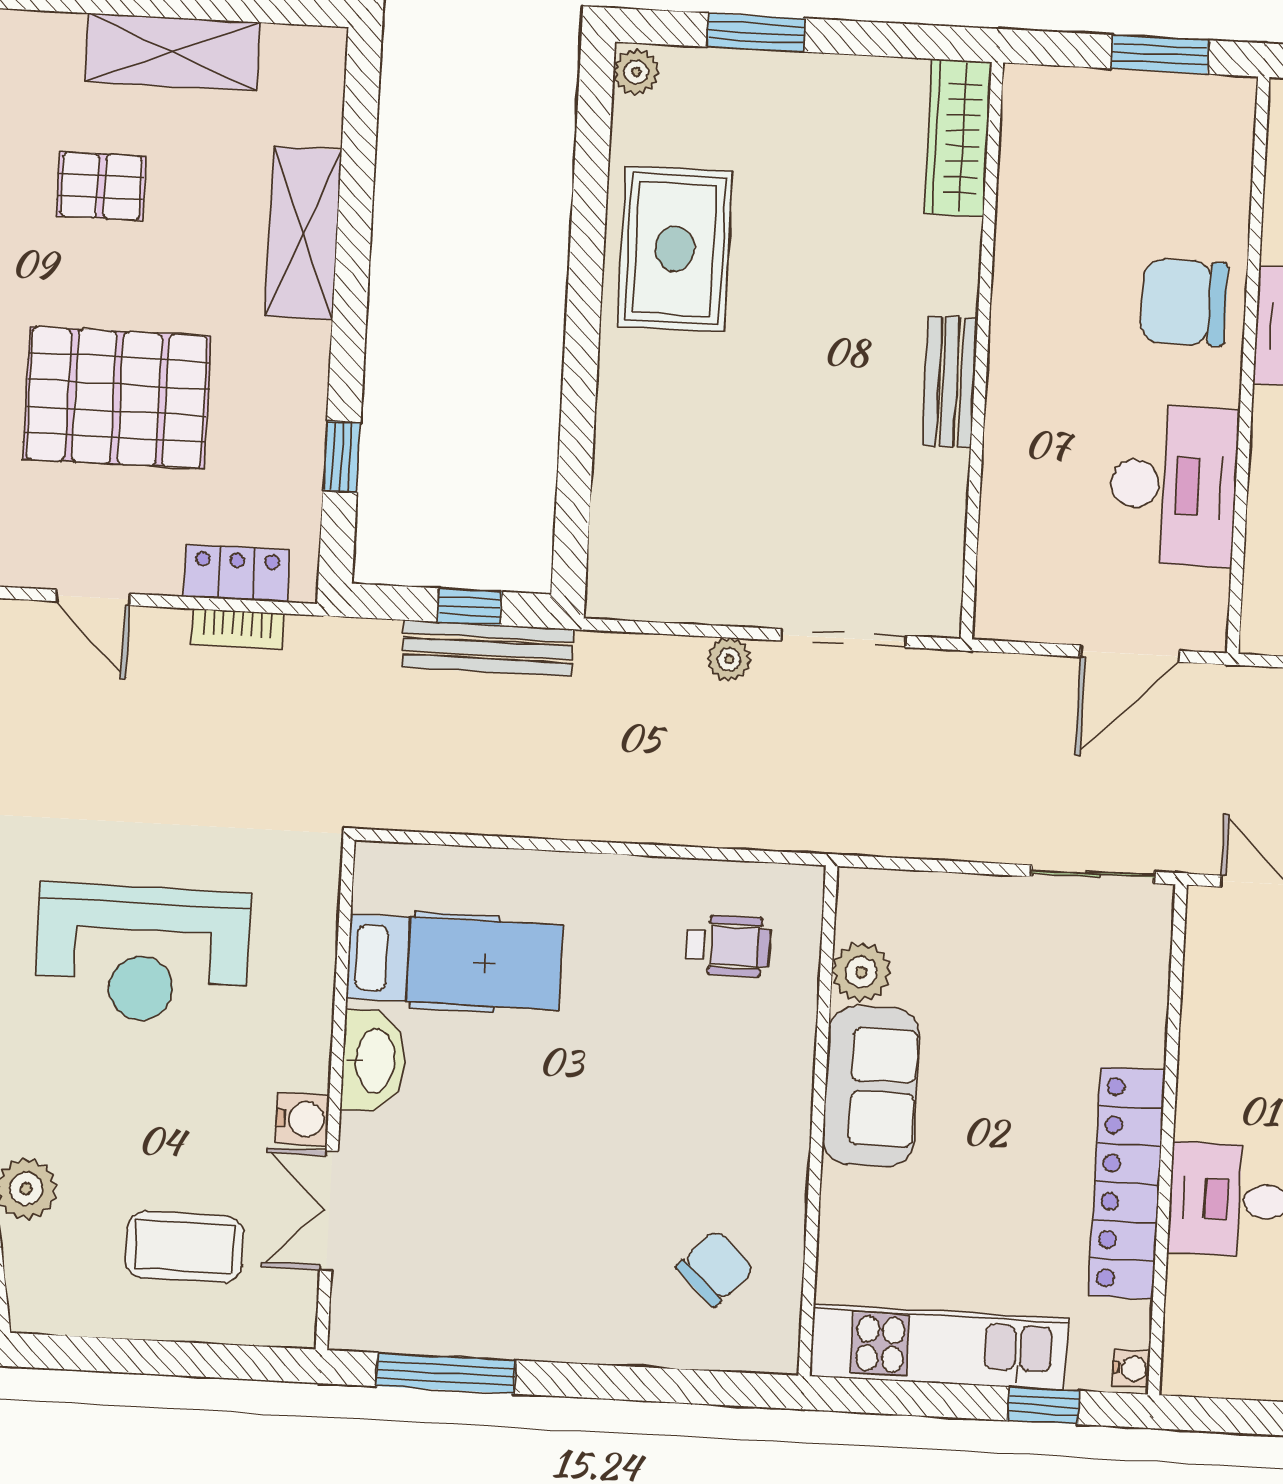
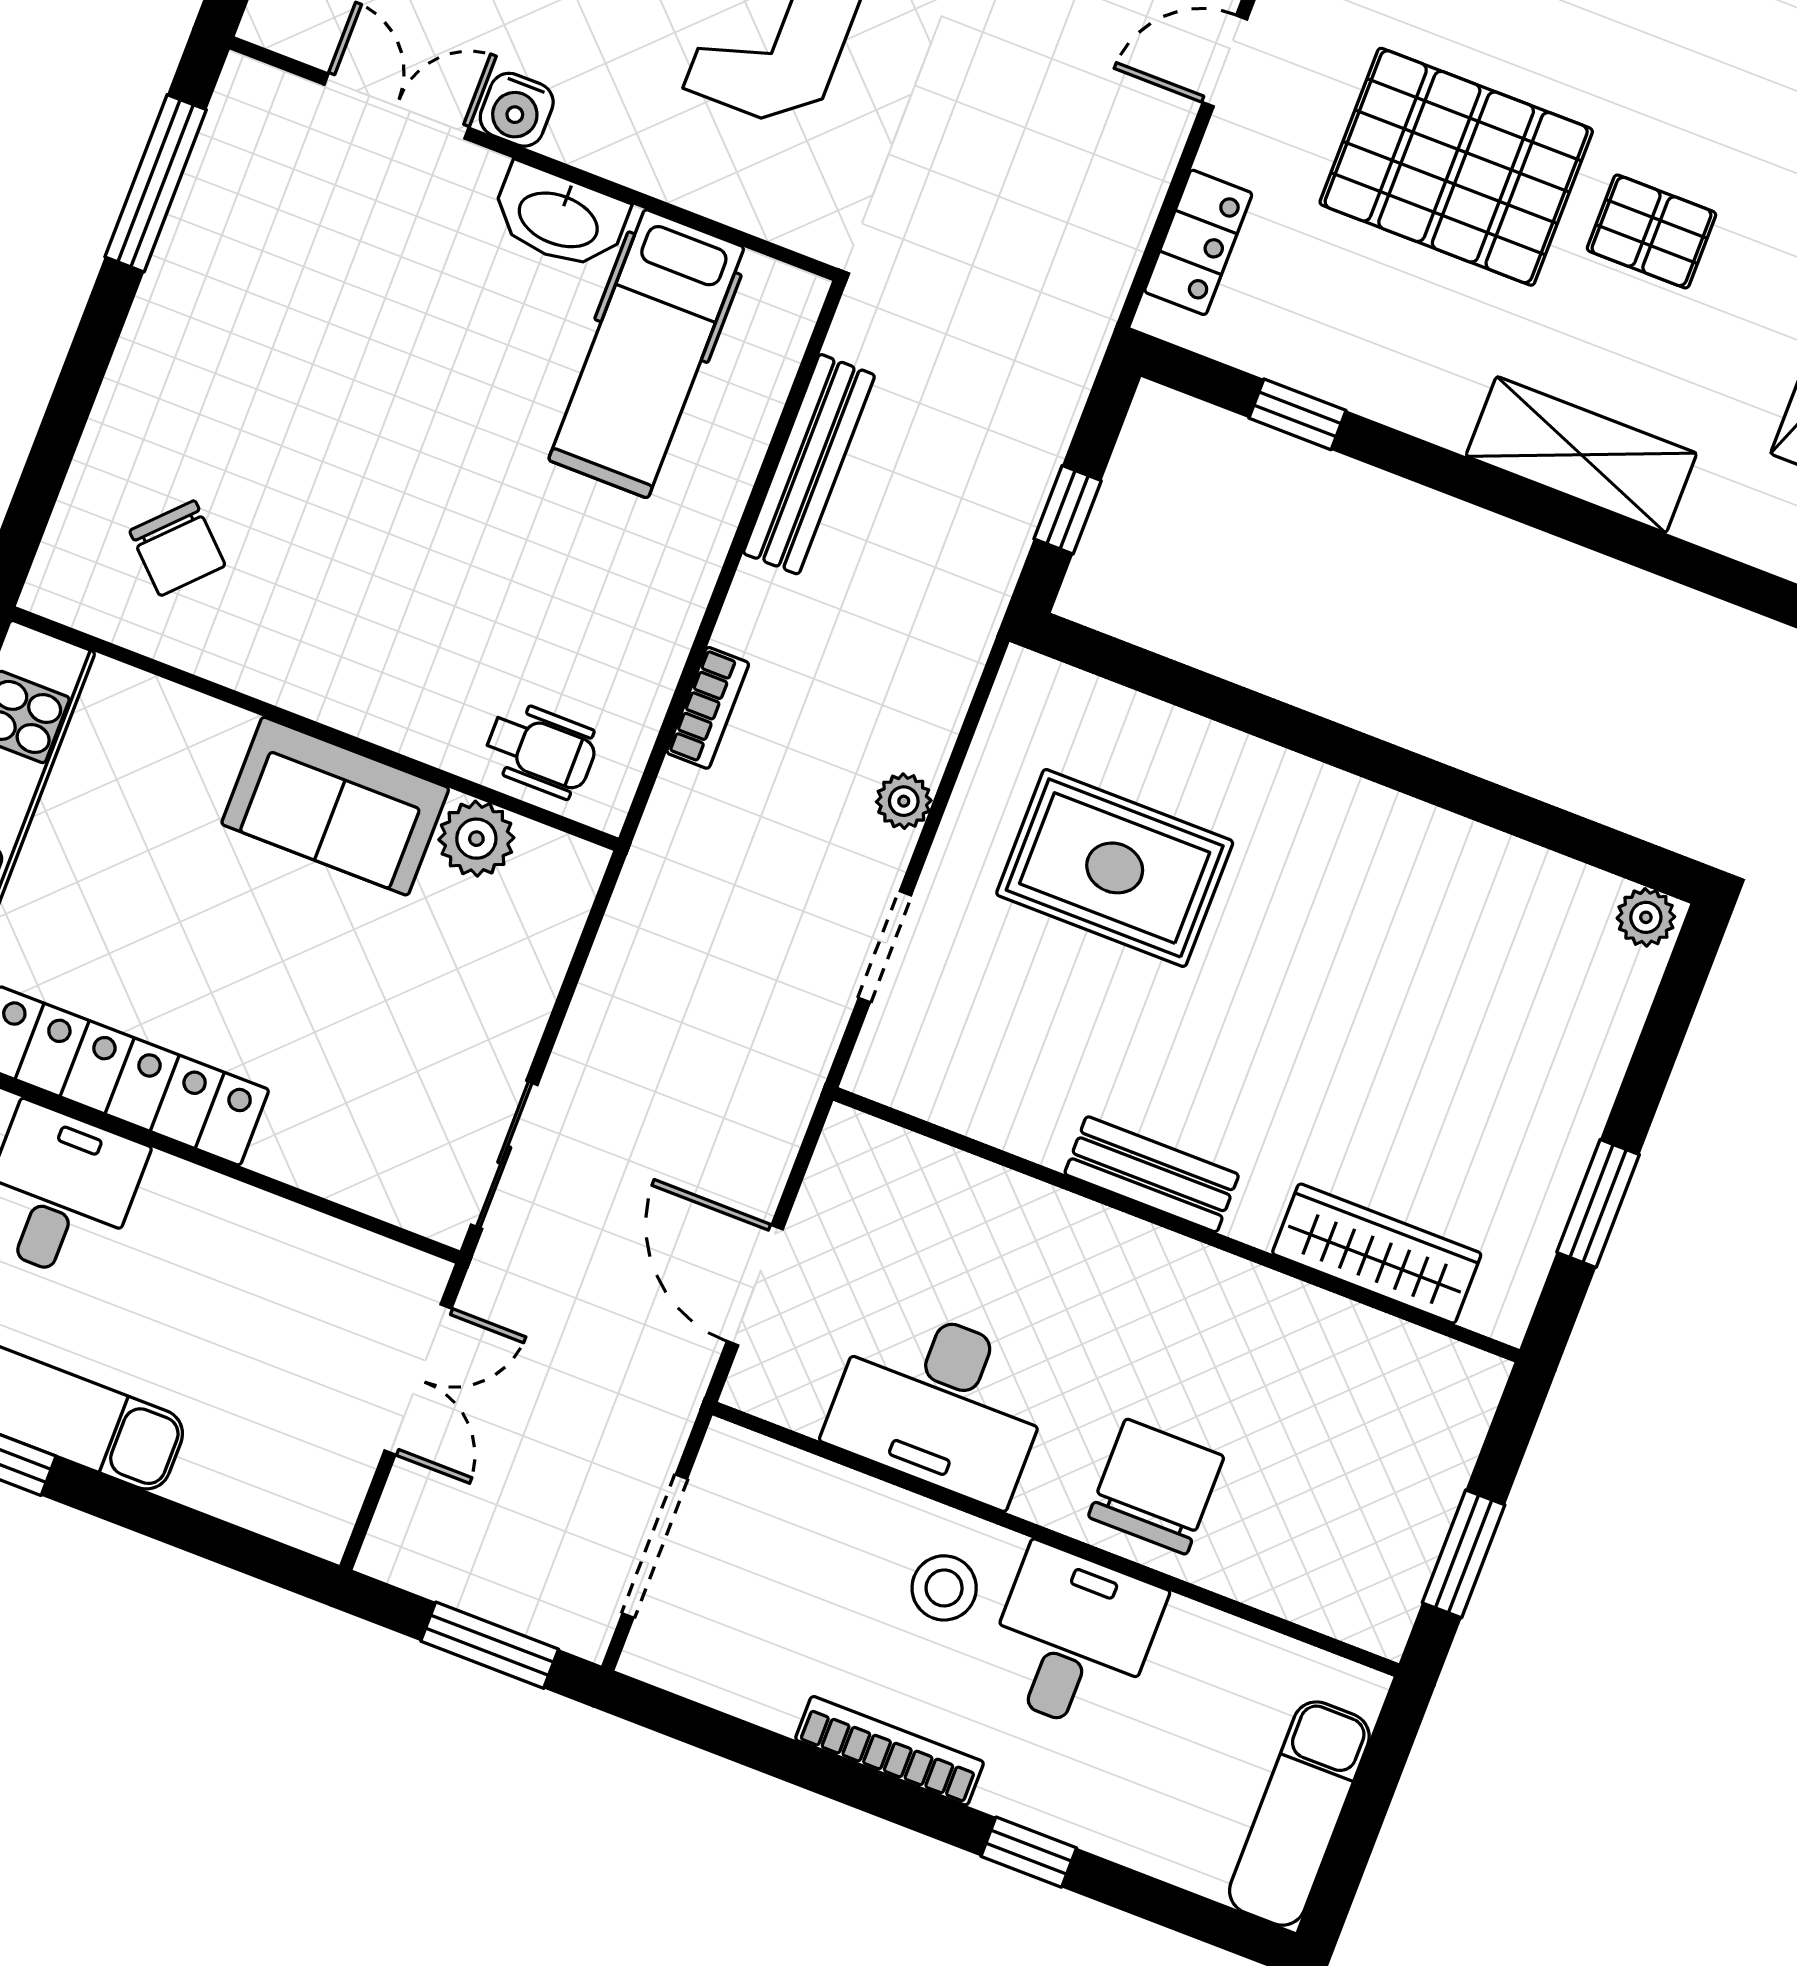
window: (756, 33) -> (1598, 1204), moved
wardrobe: (958, 138) -> (1377, 1254), moved
pallet: (101, 186) -> (1651, 231), moved, turned 90
rug: (675, 249) -> (1115, 868), moved
pallet: (117, 398) -> (1456, 167), turned 90
bookcase: (238, 629) -> (708, 708), moved, turned 180
doorway: (843, 638) -> (885, 947), width x0.73
bench: (488, 648) -> (809, 464), moved
wheelchair: (729, 946) -> (541, 750), moved, turned -90

